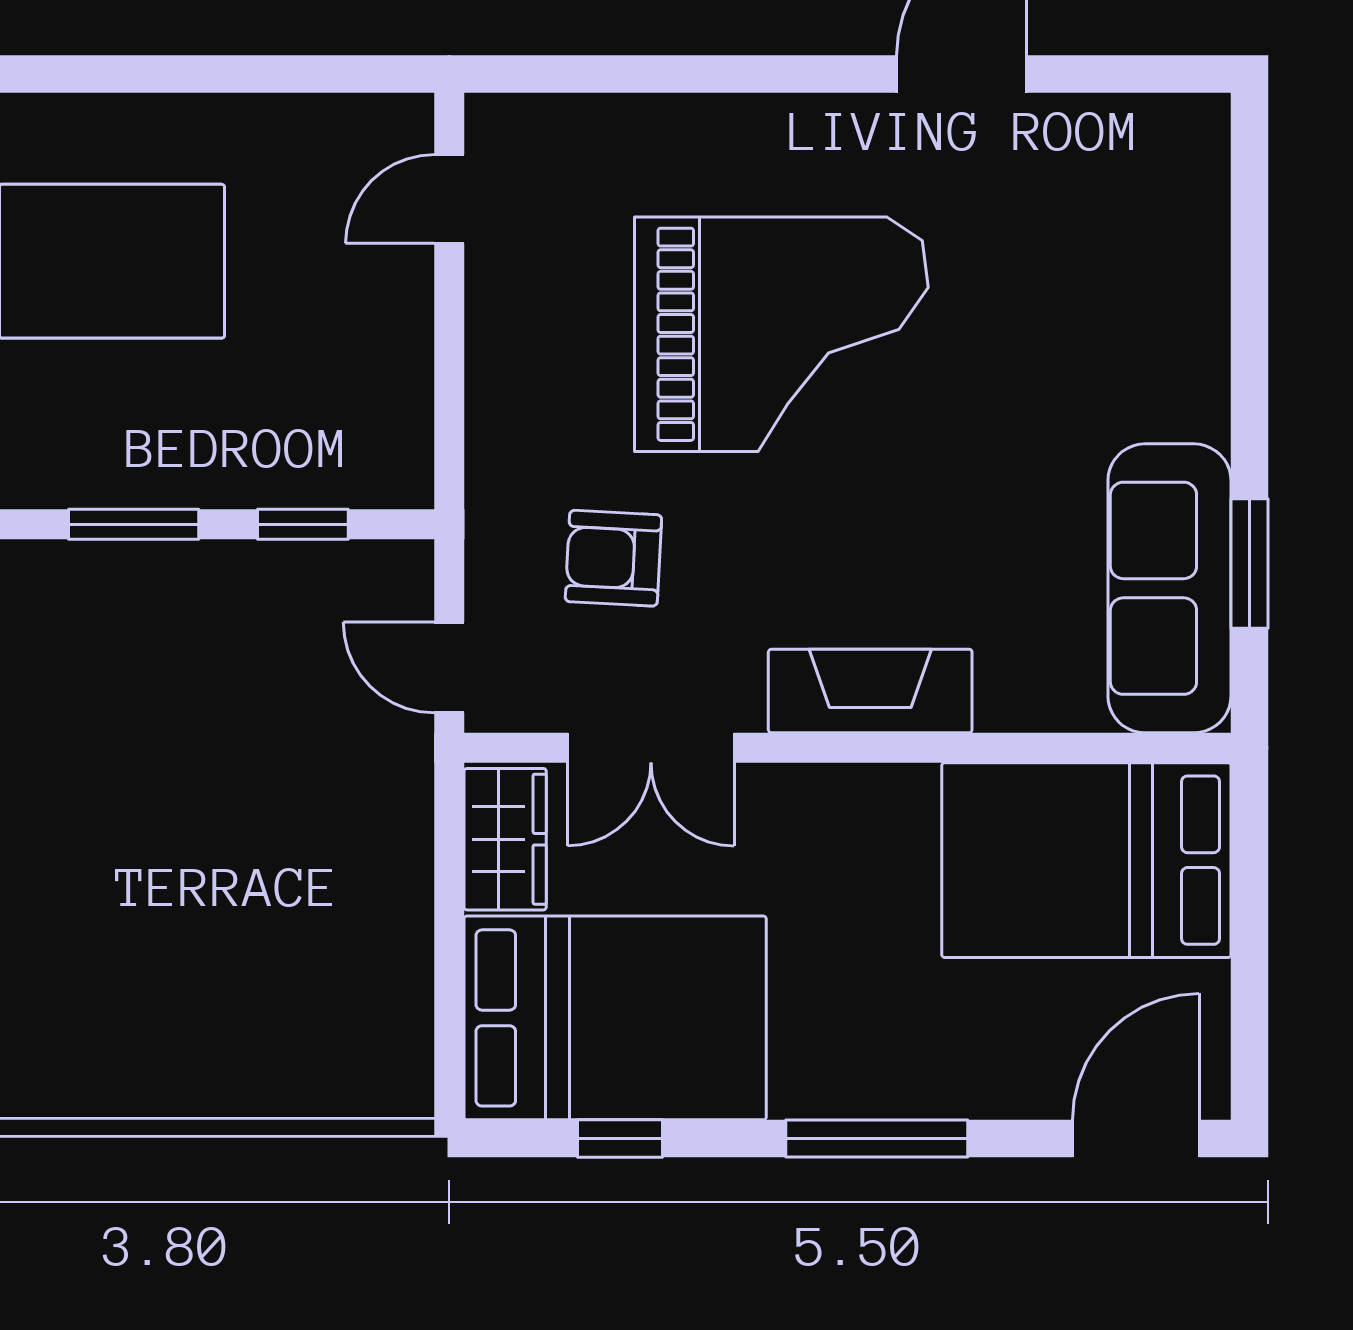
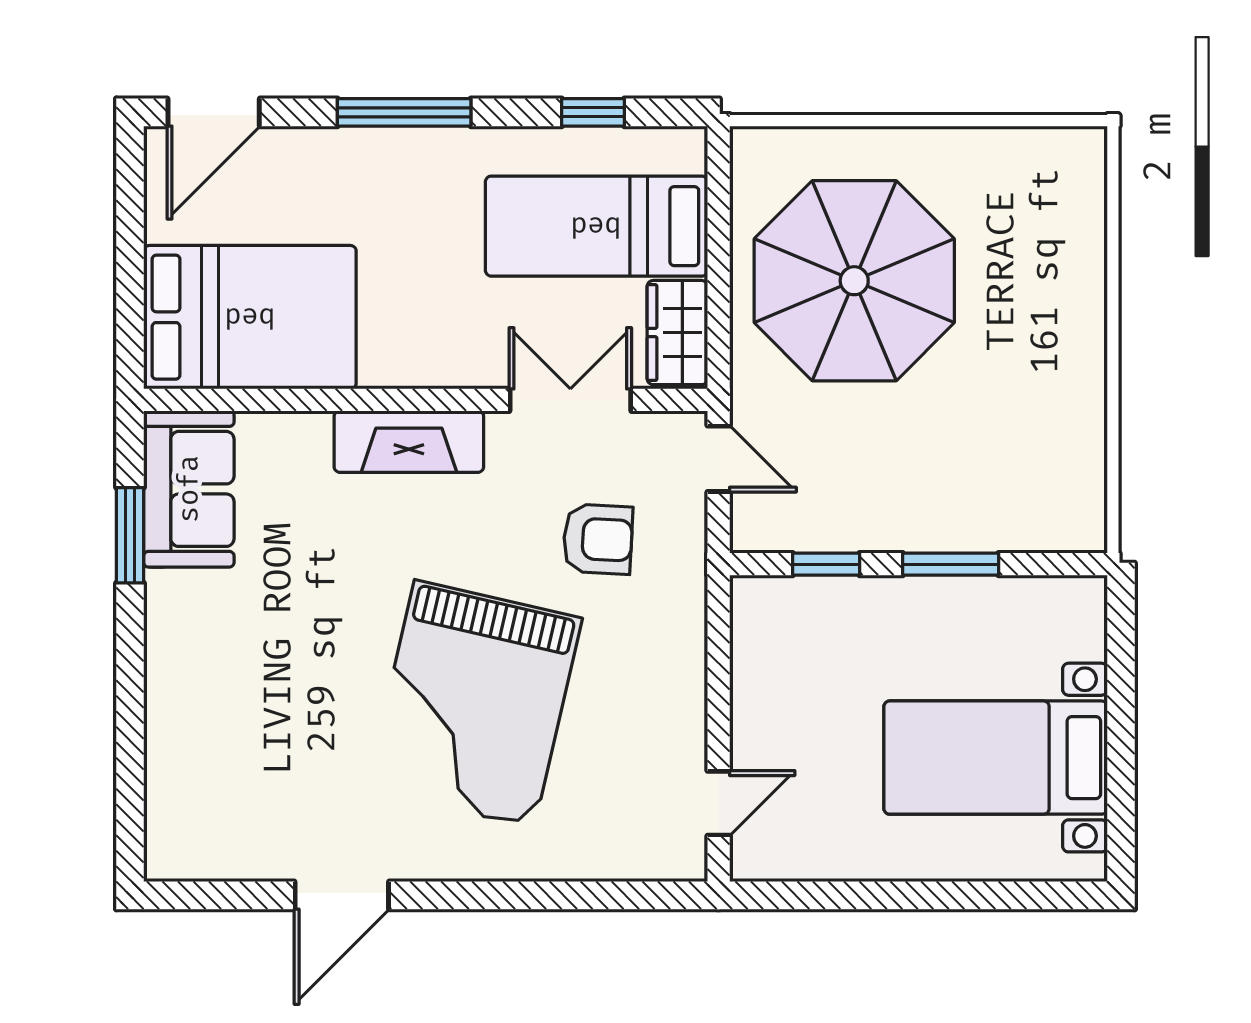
grand piano: (781, 334) -> (474, 704), turned -77
sofa: (1169, 588) -> (189, 489), width x0.73
parasol: (265, 910) -> (854, 281), added
bed: (615, 1018) -> (596, 226), width x0.67

